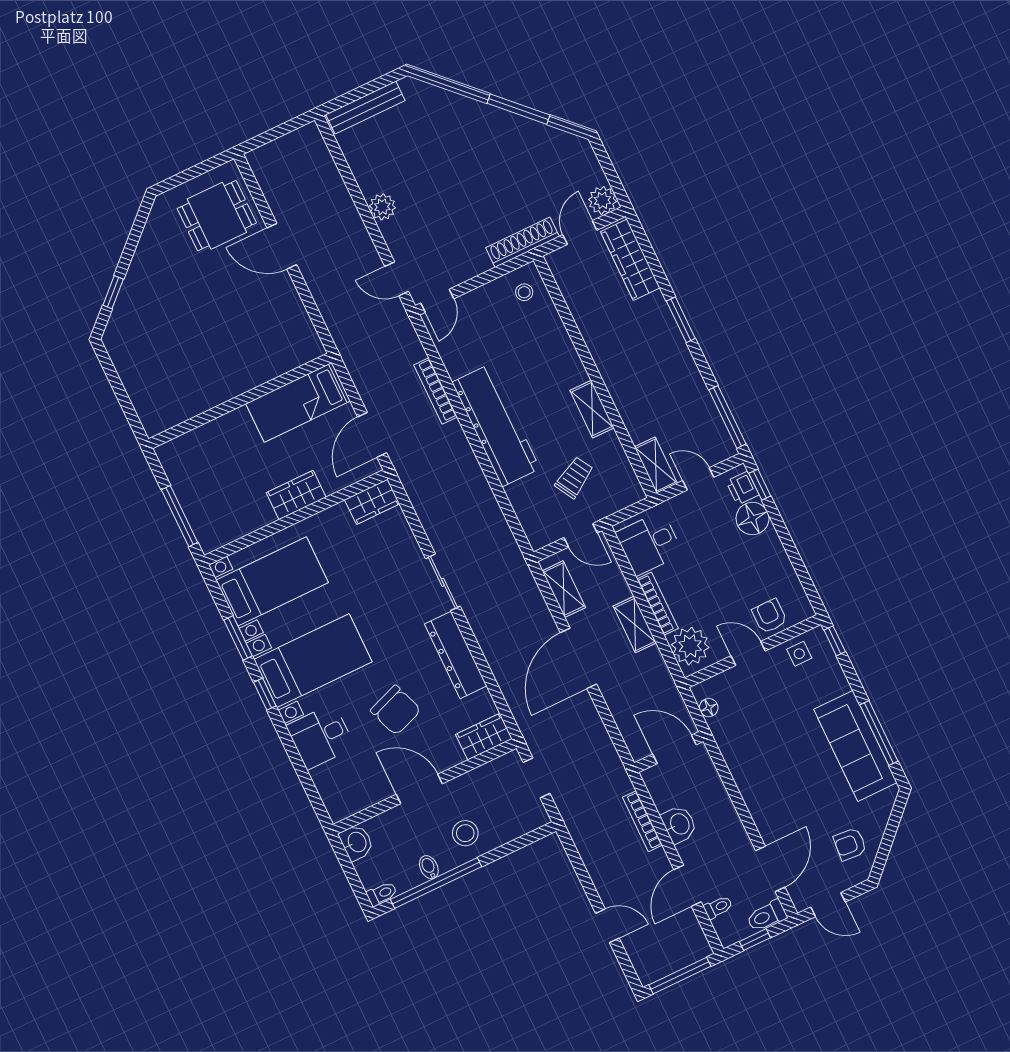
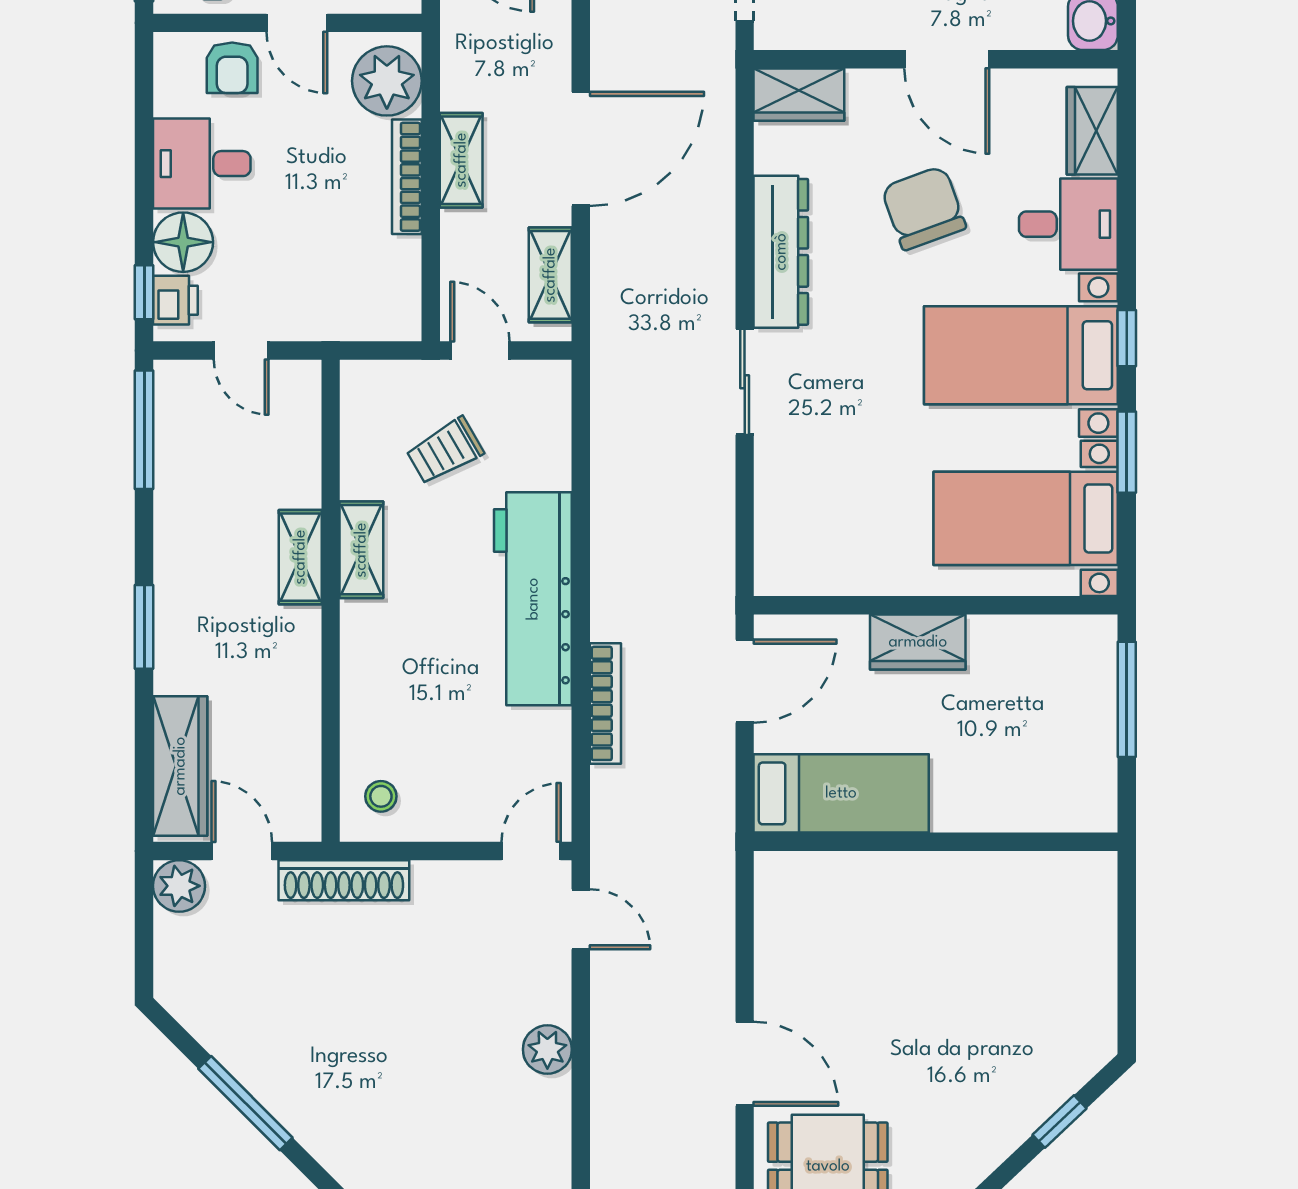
door: (580, 232) -> (242, 851), swing flipped
shelving: (656, 465) -> (300, 557), moved
wardrobe: (372, 502) -> (1092, 131), moved, turned -90
desk: (649, 543) -> (202, 164), moved, turned 180

